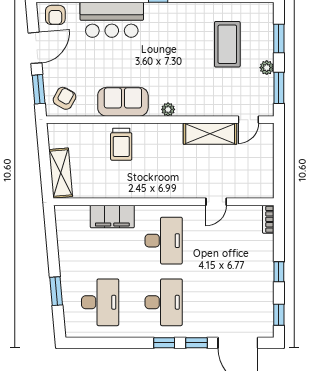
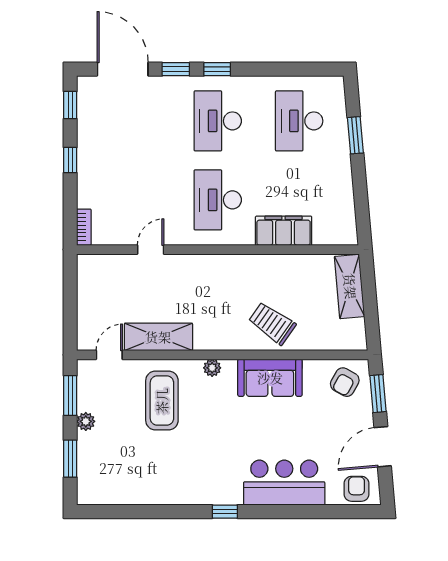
coffee table: (227, 44) -> (162, 401), moved
trolley: (121, 144) -> (272, 323), turned -55

